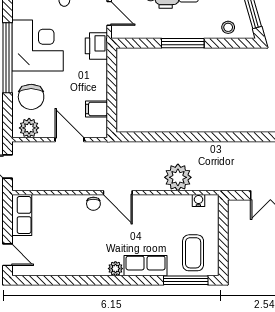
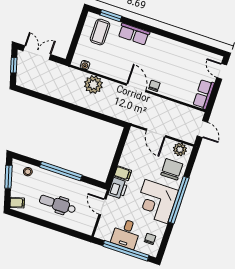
window: (183, 43) -> (61, 171), width x1.46
filing cabinet: (97, 109) -> (123, 173), moved
plant: (115, 269) -> (154, 39), removed
window: (186, 280) -> (111, 16), width x0.69

